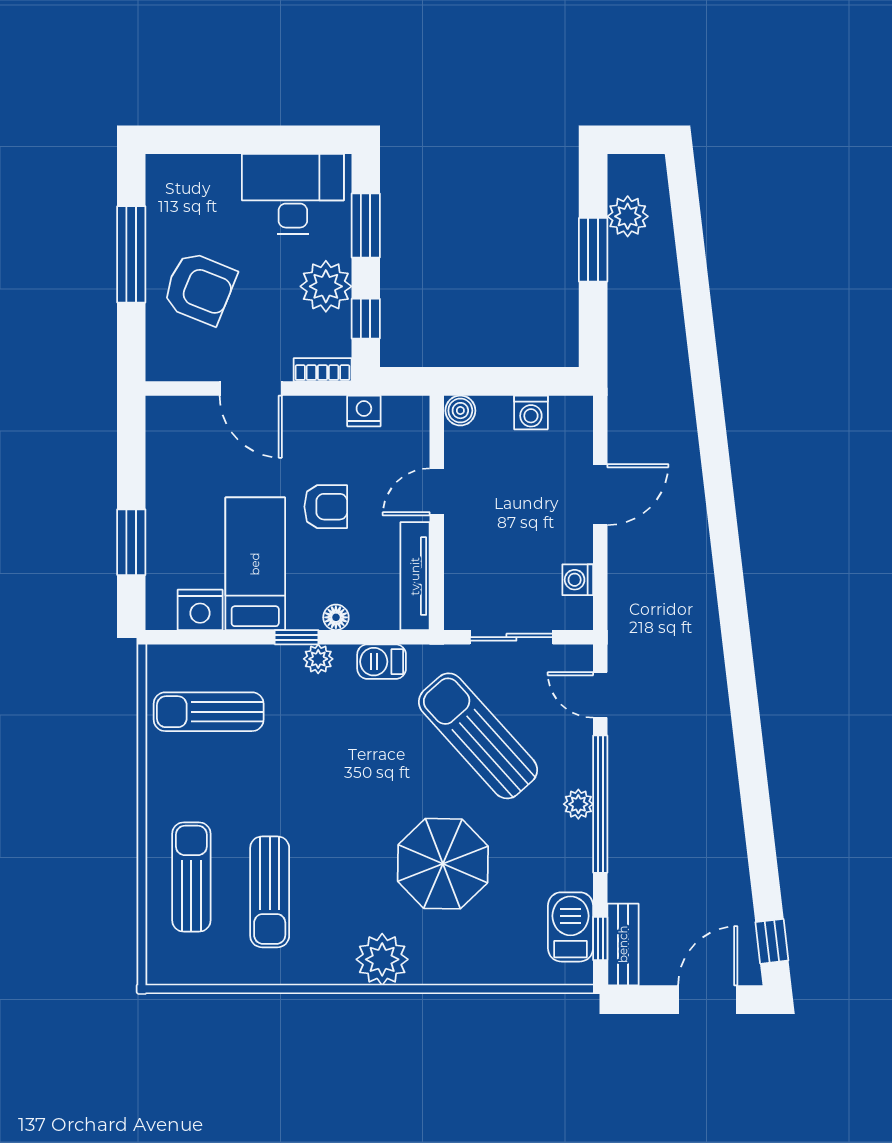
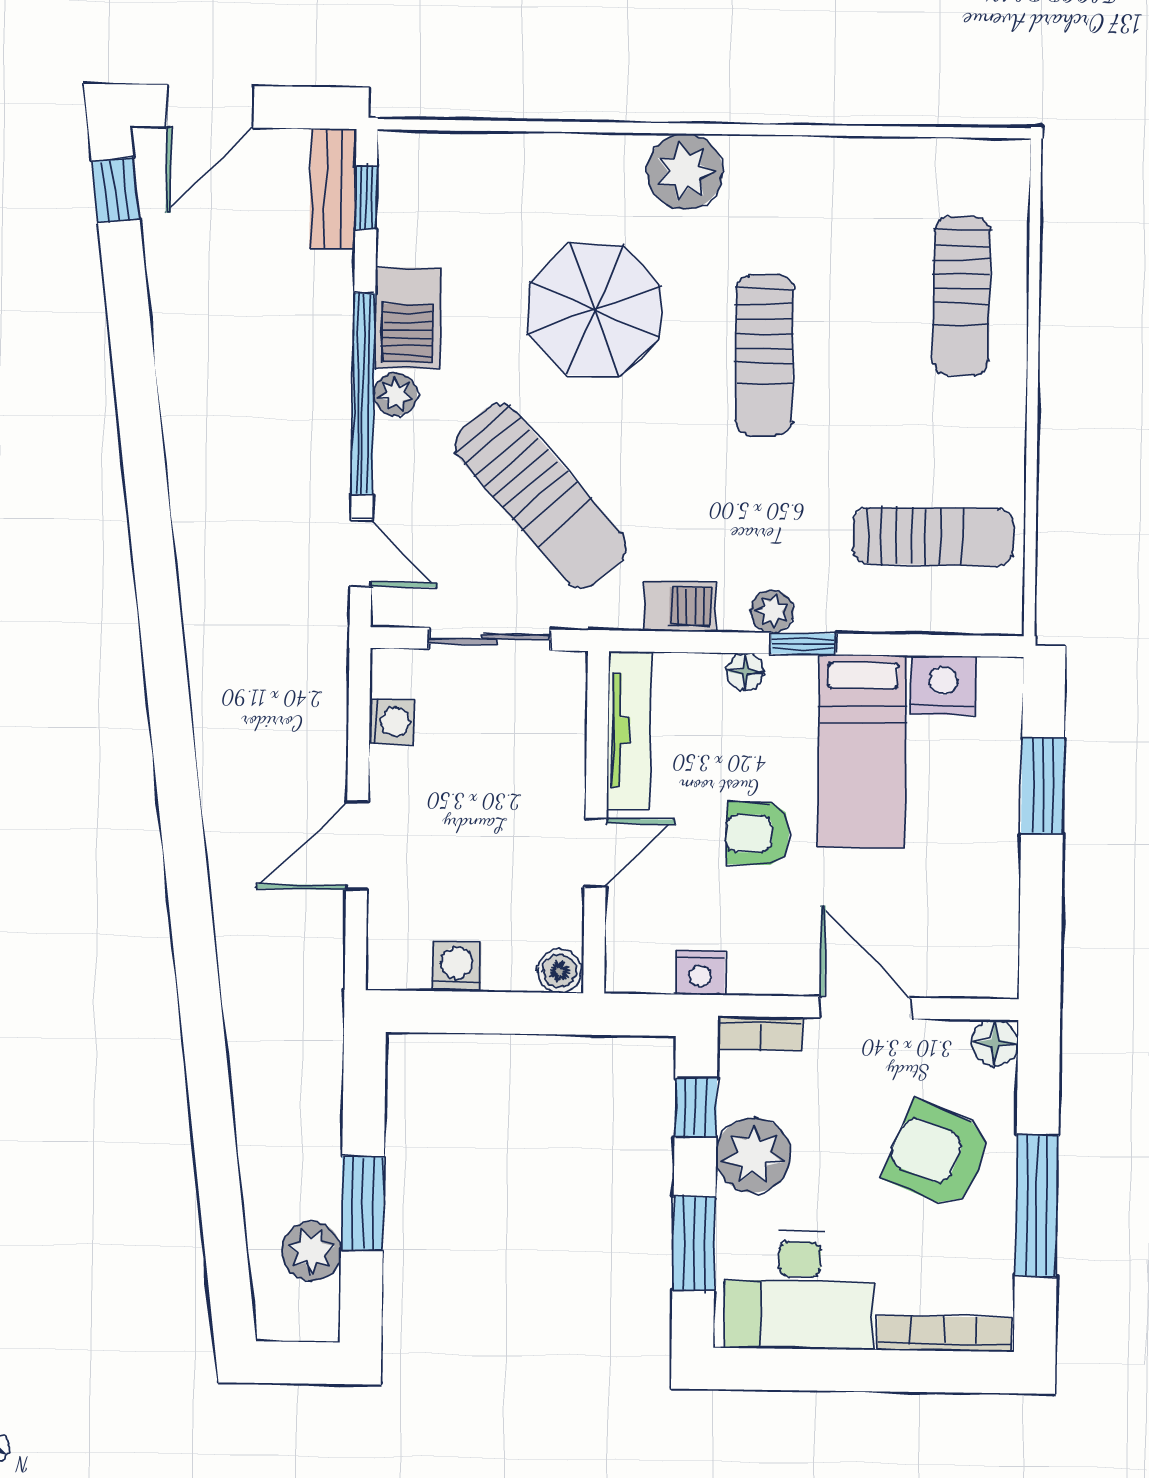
bookcase: (193, 166) -> (945, 1334), added
floor lamp: (161, 365) -> (995, 1043), added
sun lounger: (270, 892) -> (764, 355), moved, turned 180
barbecue: (570, 927) -> (408, 318), moved

